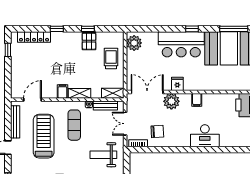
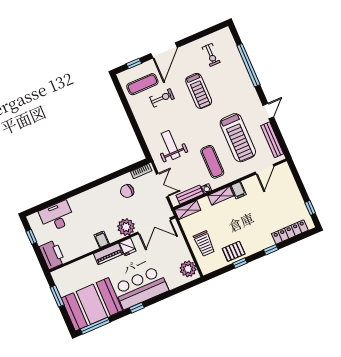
pallet: (89, 41) -> (234, 251), turned 90
piano: (196, 85) -> (108, 254), added
desk: (205, 136) -> (57, 216), moved
weight bench: (103, 155) -> (171, 145), turned -90

